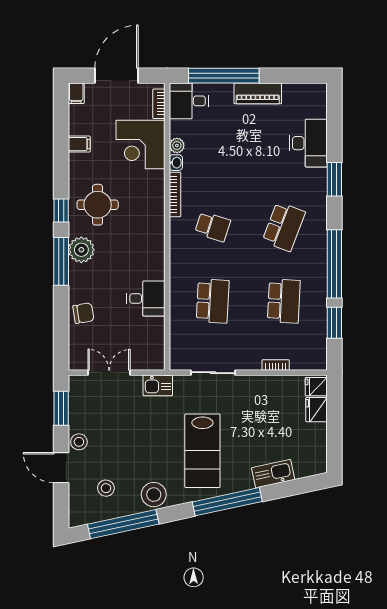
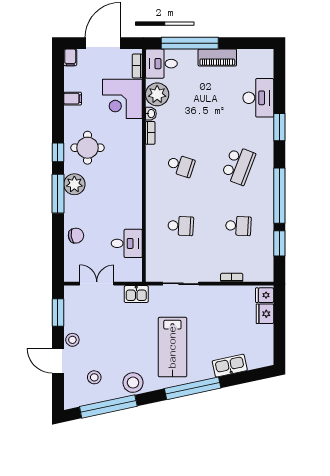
plant: (177, 145) -> (157, 94), width x1.88, depth x1.88
bookcase: (175, 194) -> (150, 133), width x0.64
desk: (146, 298) -> (127, 243), moved
school desk: (213, 301) -> (181, 226), width x0.54
school desk: (284, 301) -> (238, 226), width x0.54

